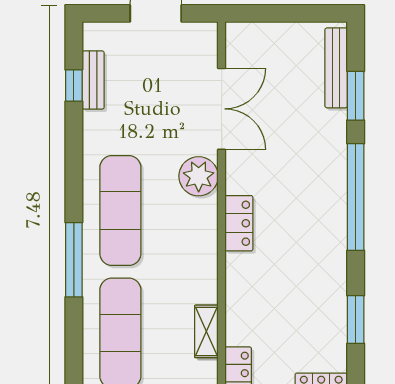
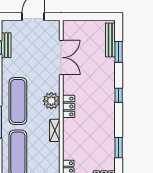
plant: (199, 176) -> (51, 101), moved
window: (356, 197) -> (119, 95), width x0.32
shelving: (206, 331) -> (55, 130), moved

